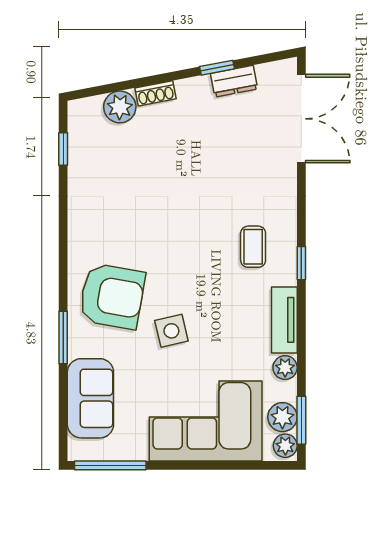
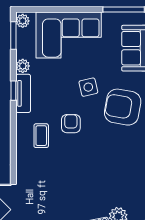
window: (301, 263) -> (13, 91), moved
armchair: (202, 268) -> (71, 124), added
plant: (282, 417) -> (24, 37), removed

